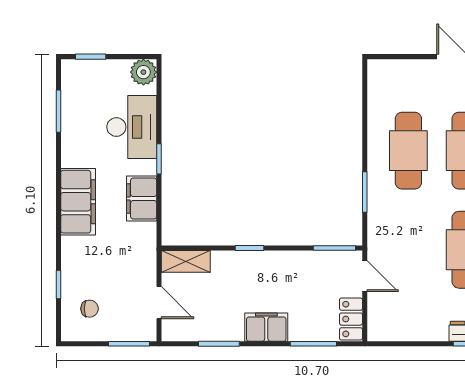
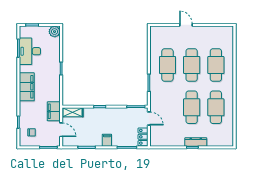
desk: (132, 127) -> (30, 51), moved, turned 180
filing cabinet: (142, 199) -> (54, 111), moved
filing cabinet: (266, 327) -> (107, 140), width x0.50

